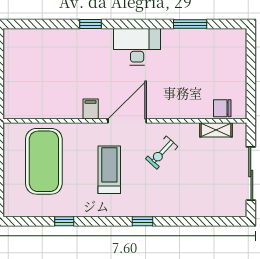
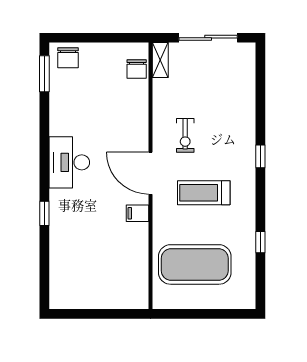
window: (190, 24) -> (44, 74), moved
chair: (233, 46) -> (68, 58), added
shelving: (216, 130) -> (160, 60), moved
exercise bike: (162, 153) -> (185, 135), turned 47

